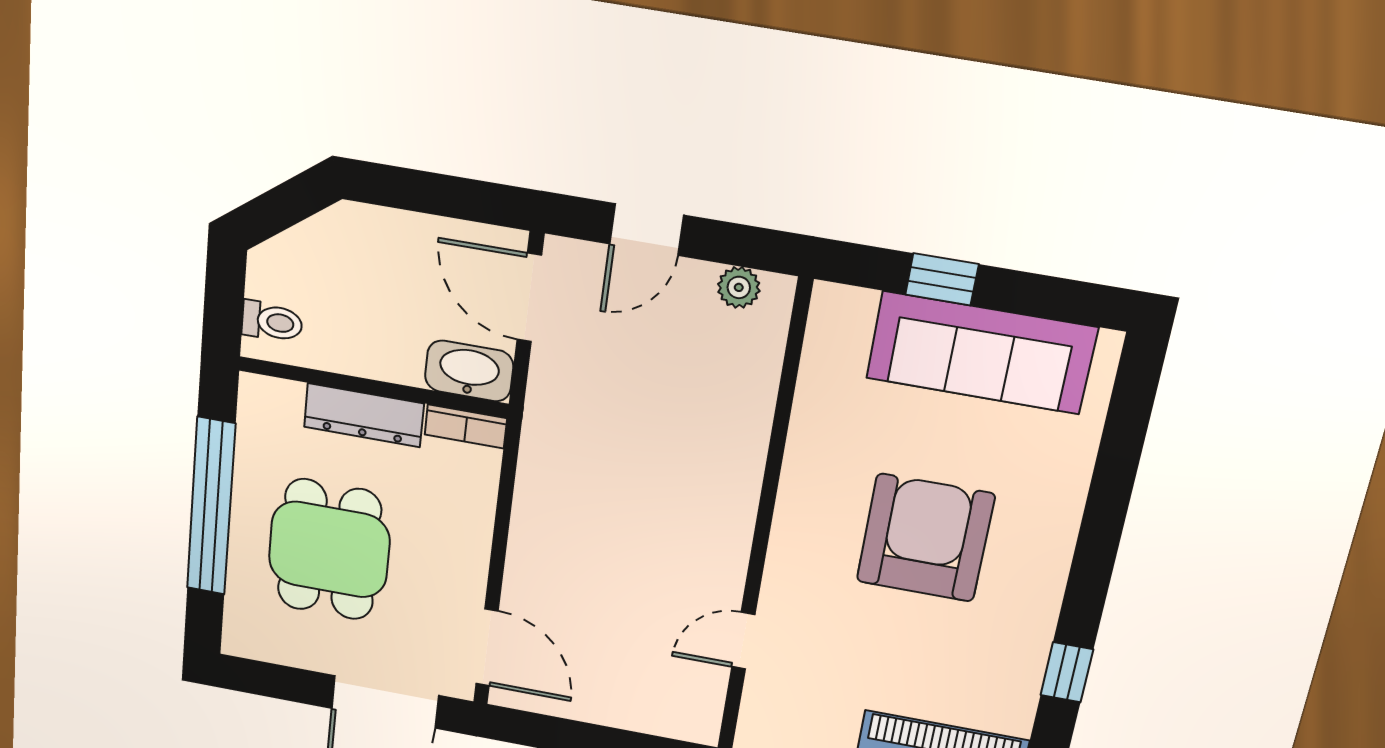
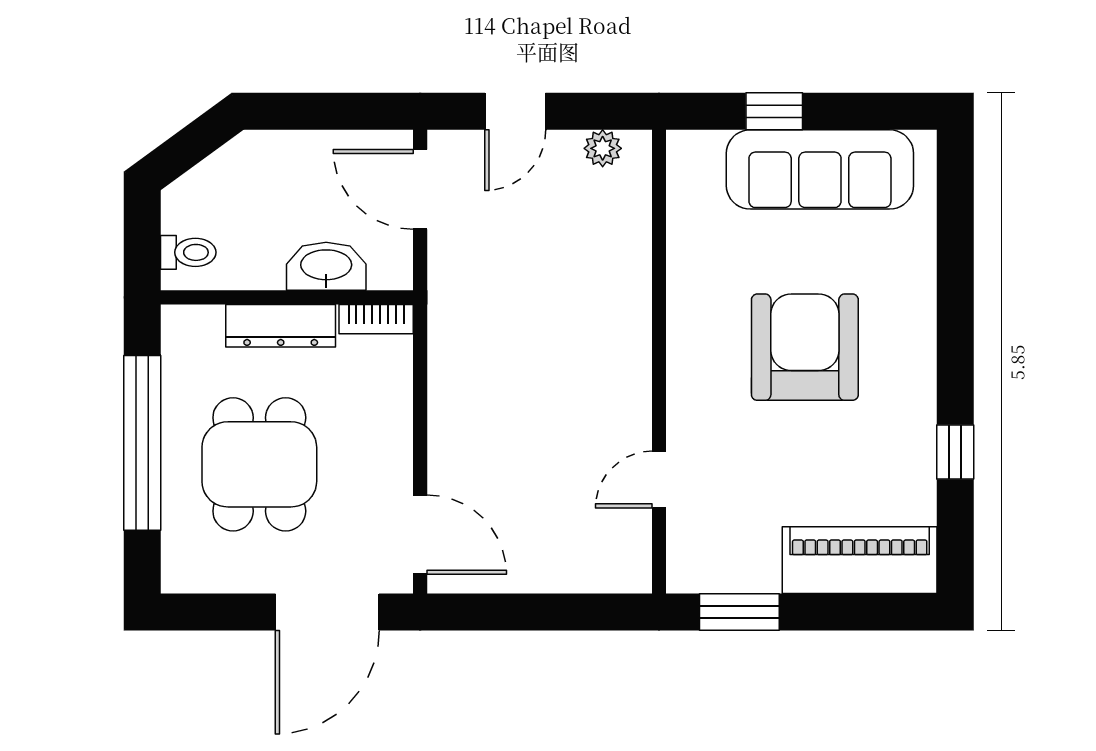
washbasin: (469, 371) -> (326, 266), moved

